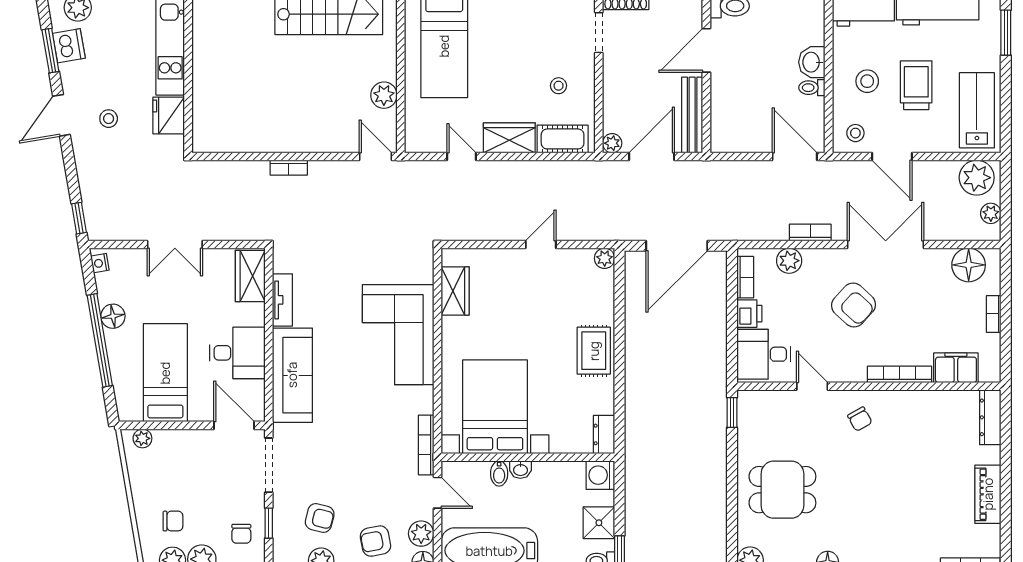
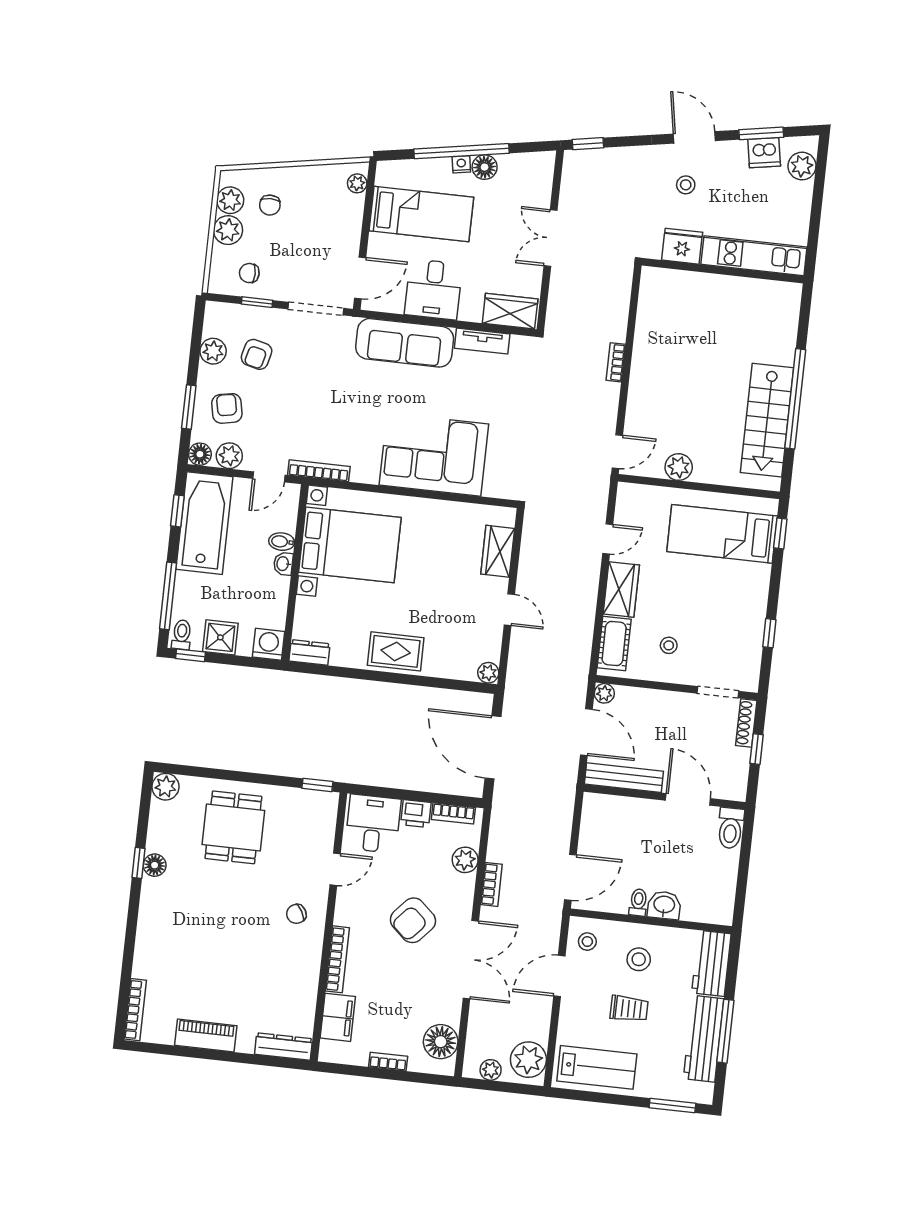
trolley: (916, 85) -> (629, 1009), width x0.73, depth x0.72
nightstand: (100, 263) -> (461, 164), moved
wardrobe: (455, 291) -> (498, 551), moved, turned 90

